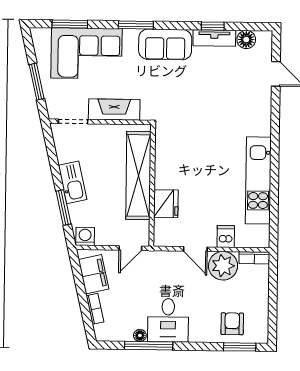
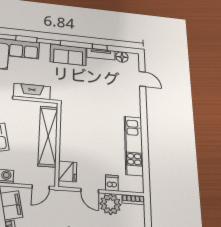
fridge: (166, 204) -> (67, 172), moved

